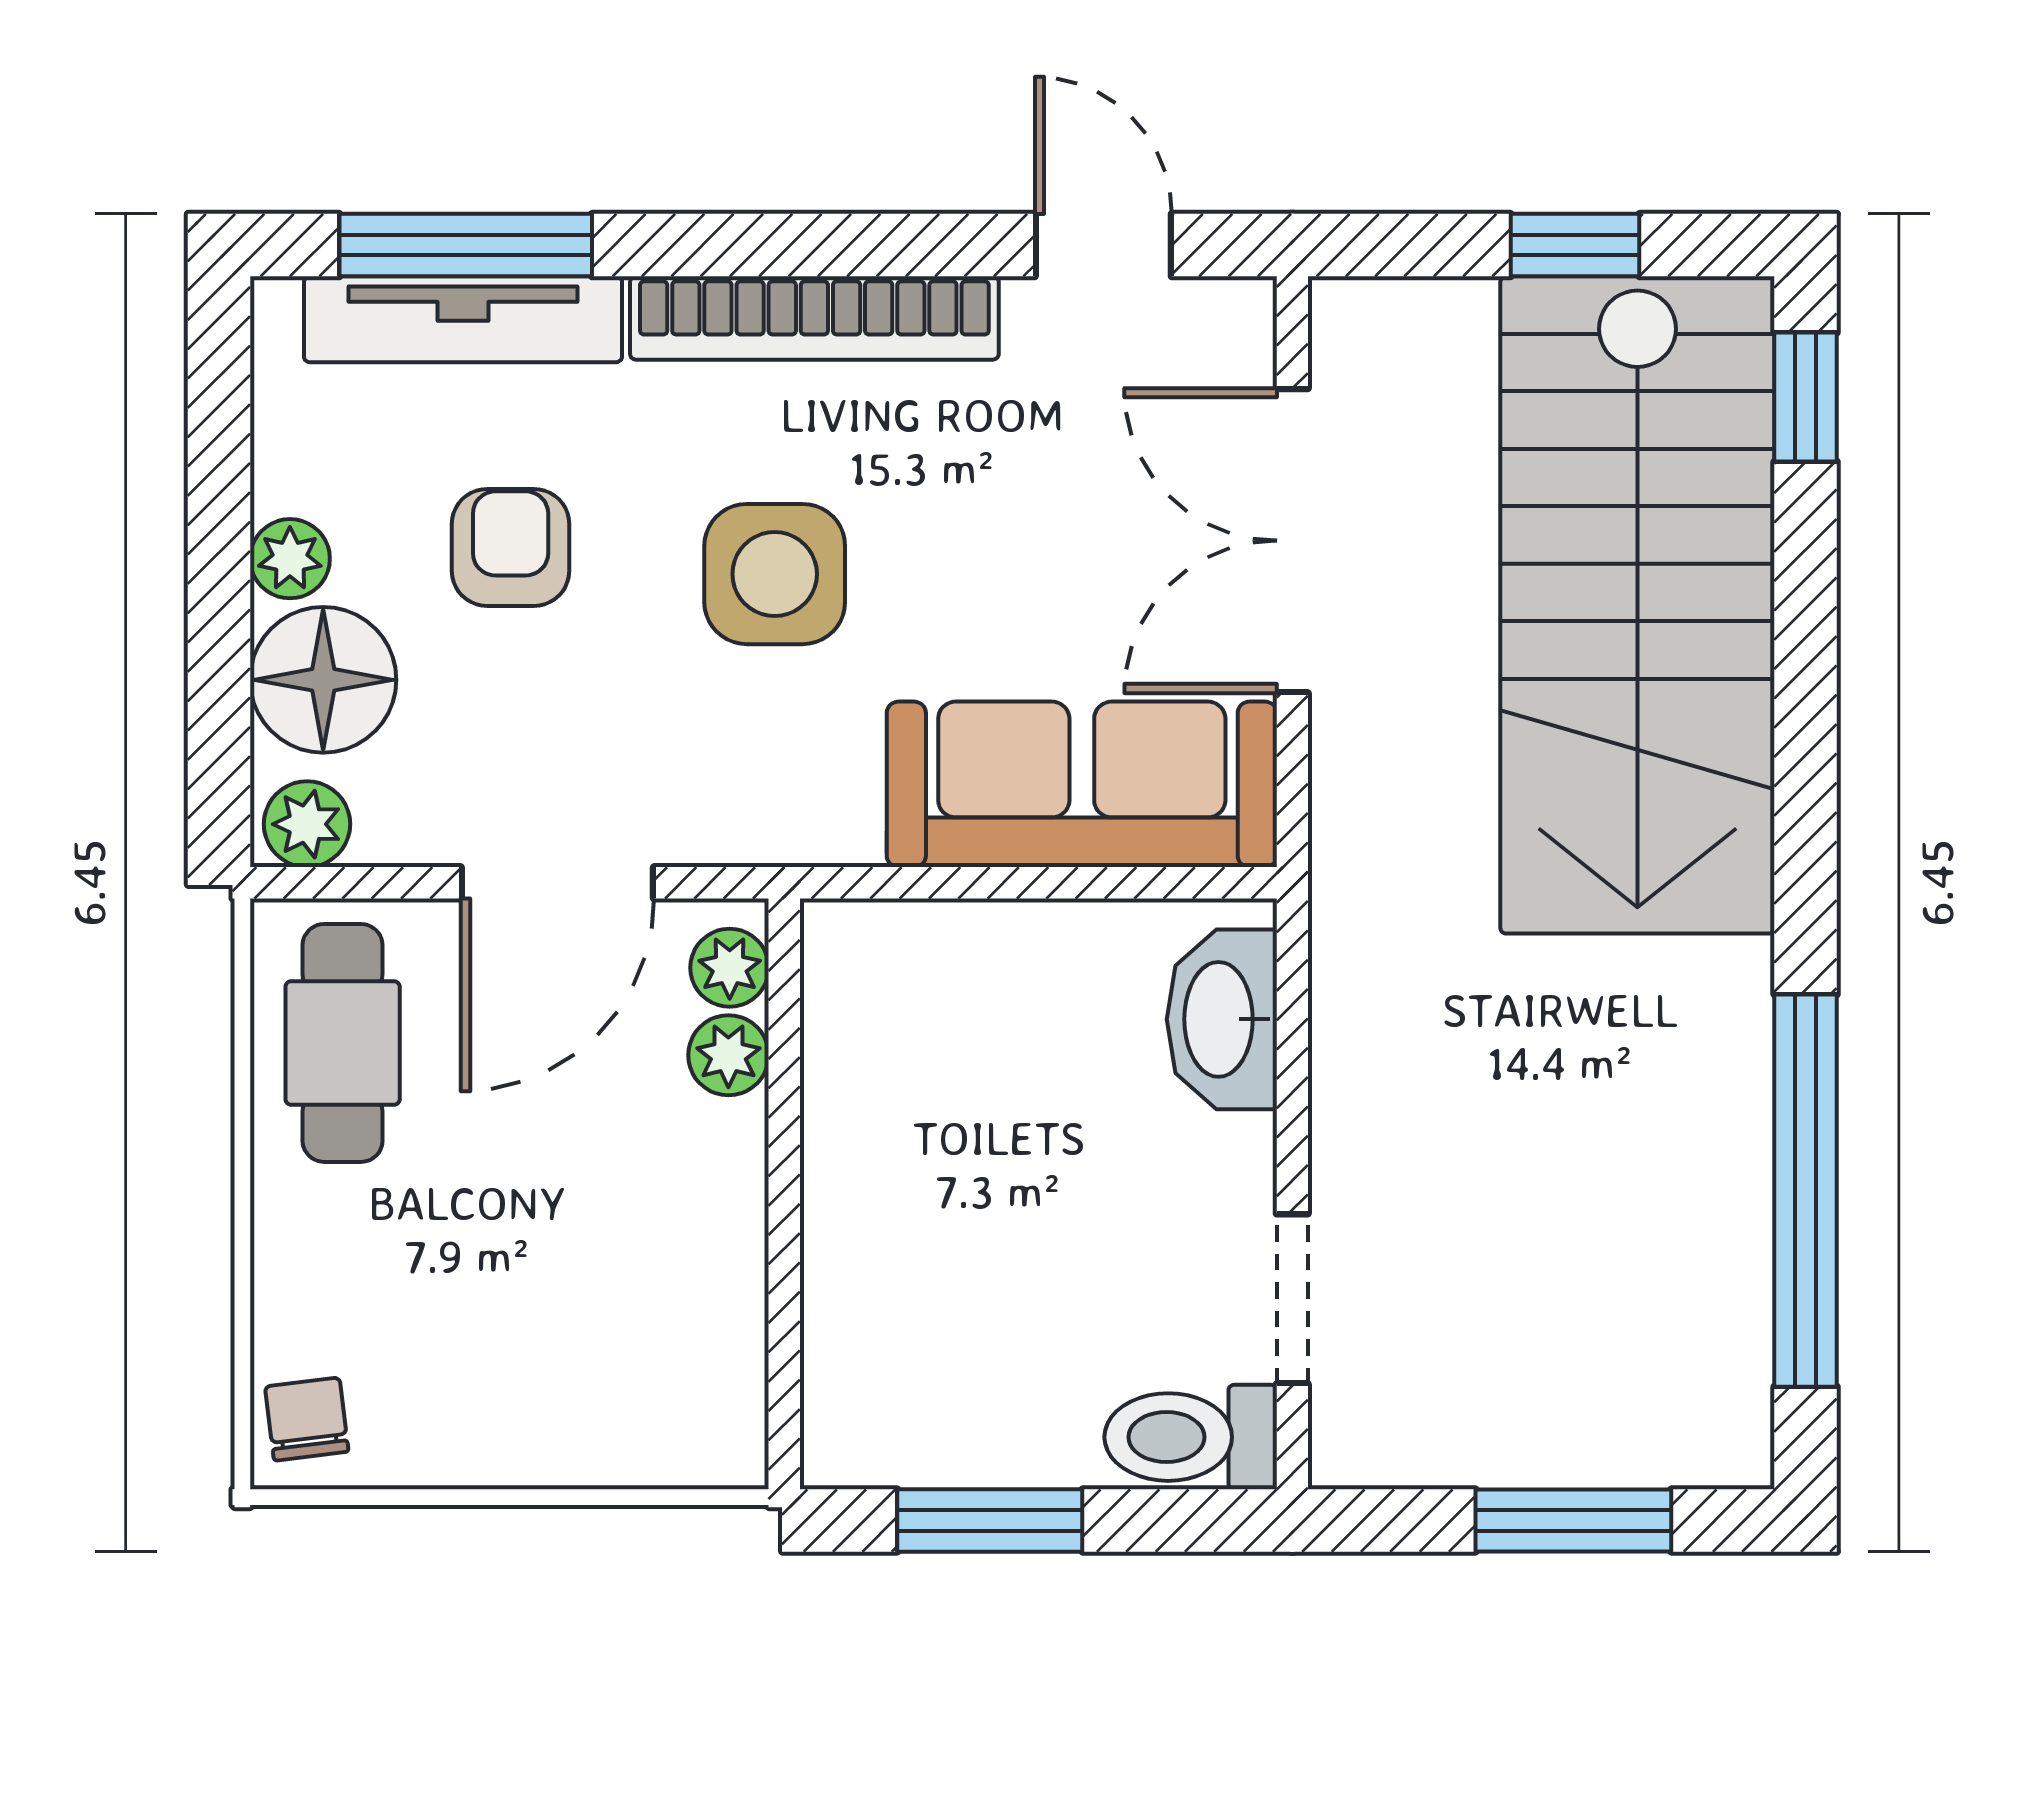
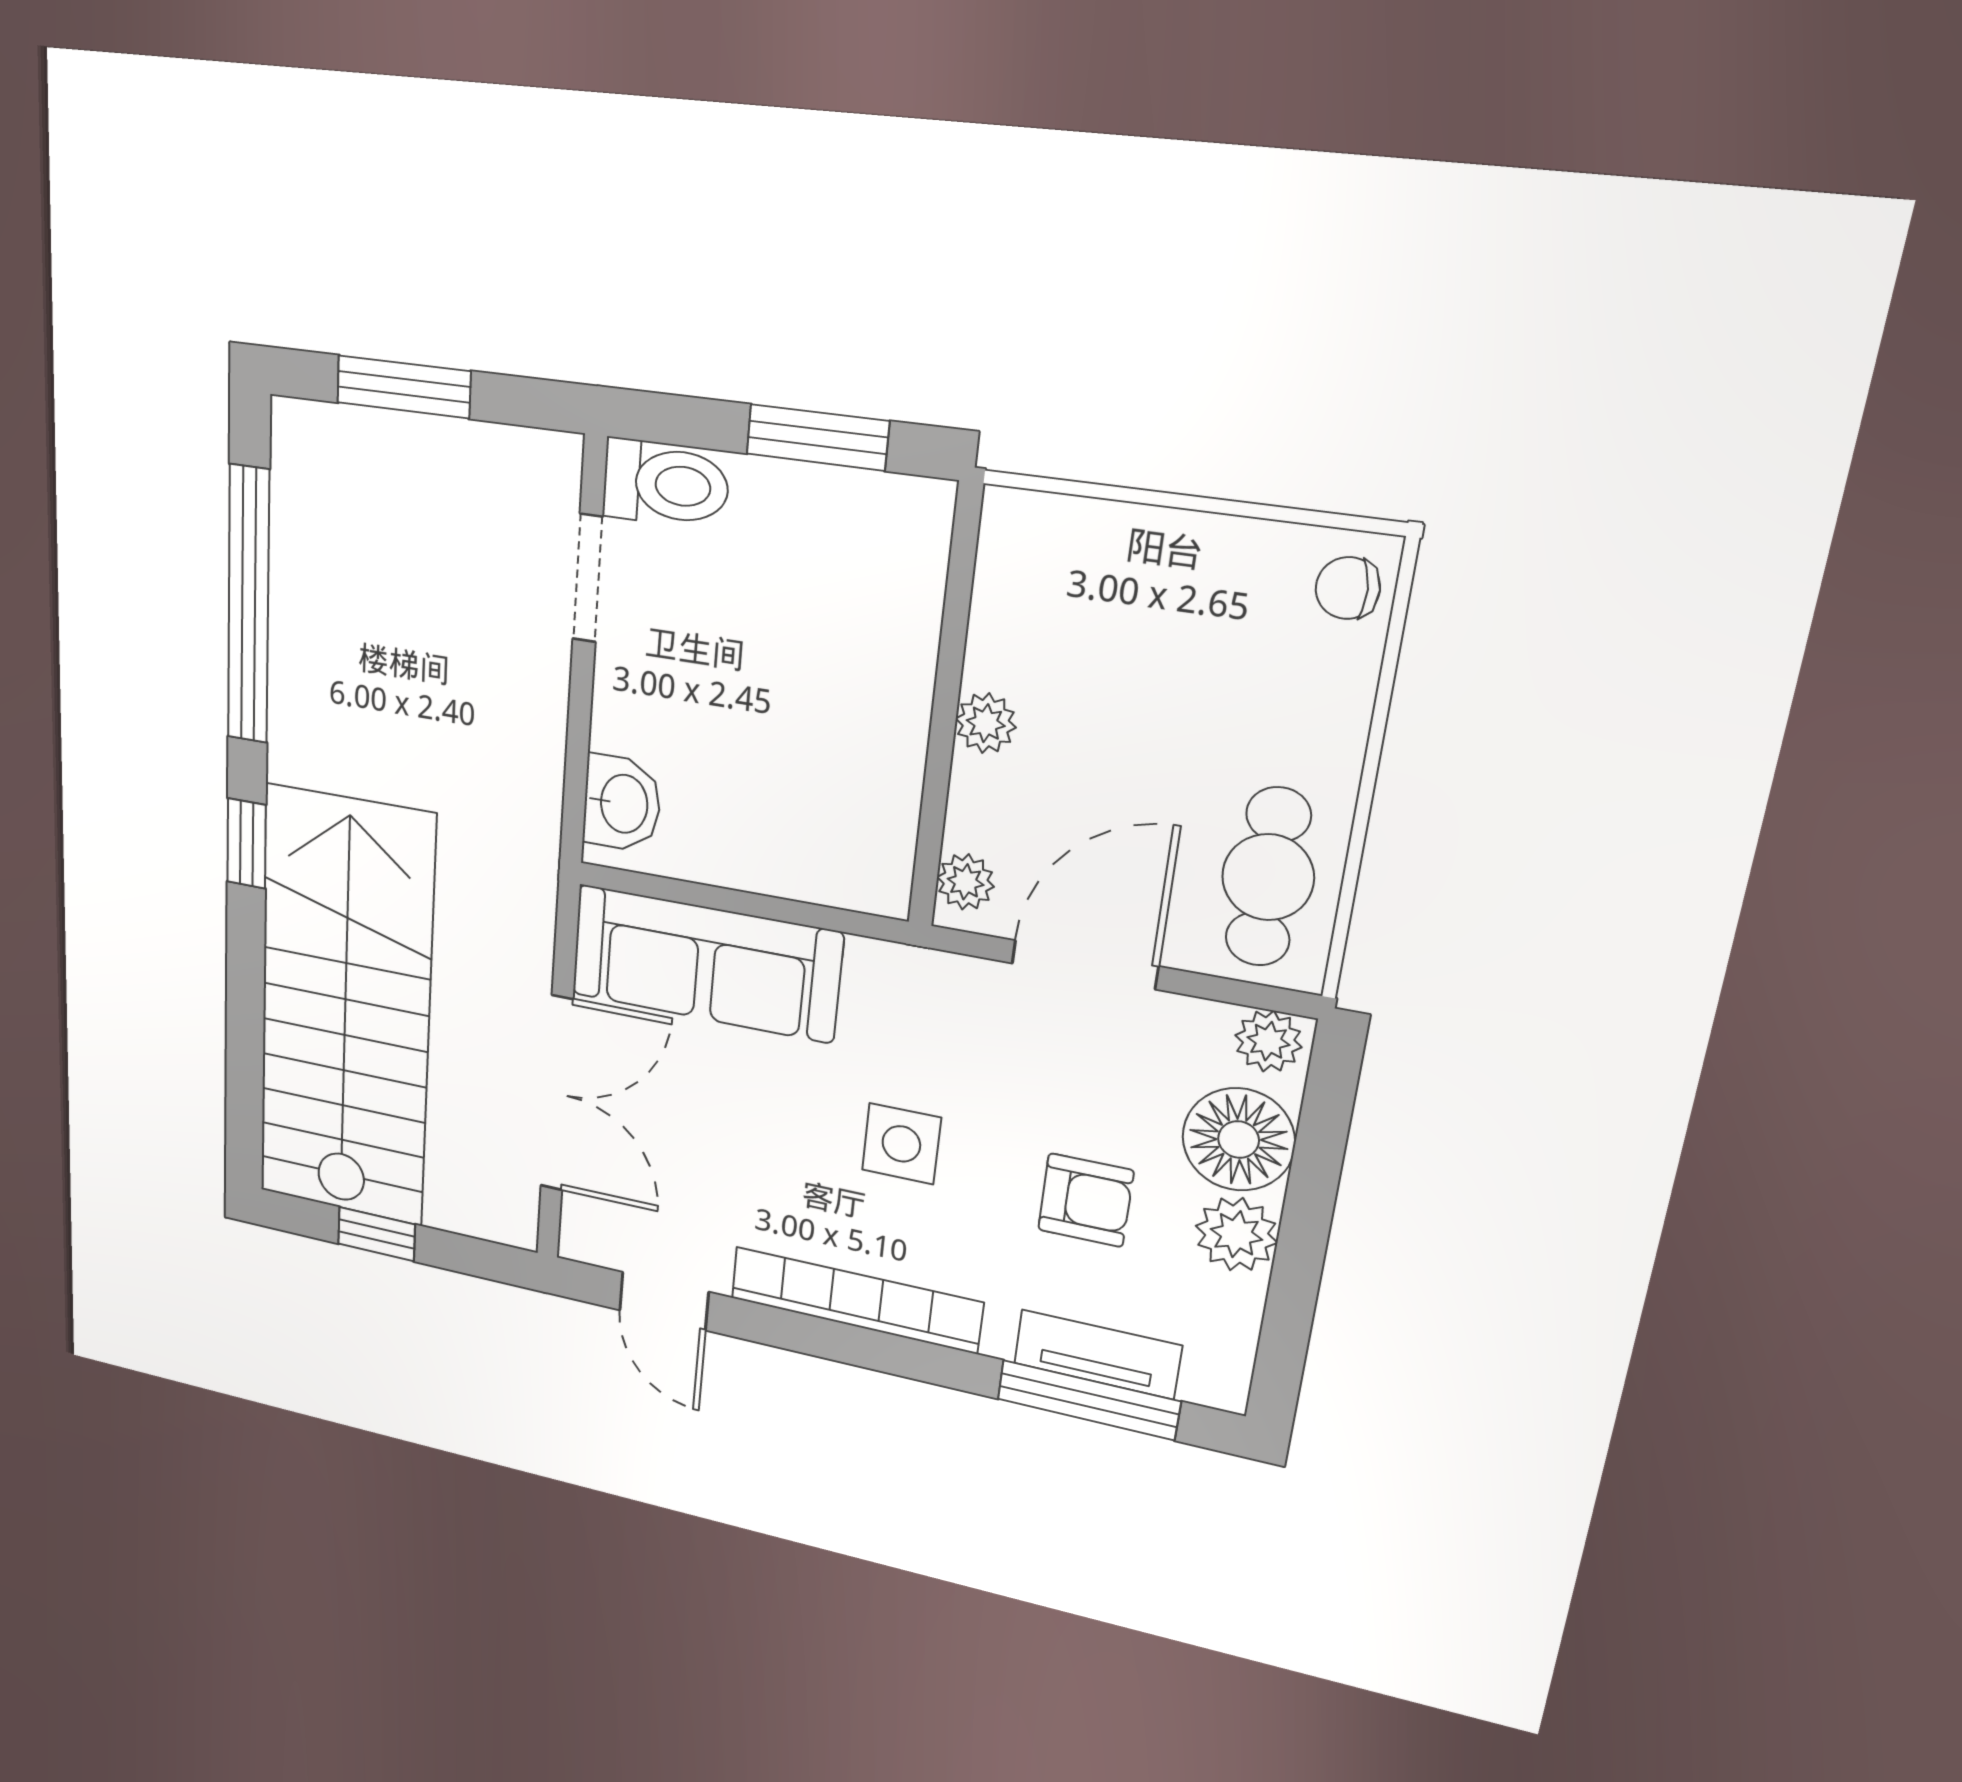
tv unit: (463, 319) -> (1097, 1354), width x0.71
window: (1806, 397) -> (246, 843), moved
armchair: (511, 547) -> (1086, 1200), turned -90
plant: (290, 559) -> (1236, 1234), width x1.38, depth x1.38
side table: (775, 574) -> (901, 1144), width x0.73, depth x0.73
washbasin: (1222, 1019) -> (622, 803), width x0.72
plant: (728, 1055) -> (986, 723), moved
chair: (307, 1419) -> (1348, 588), turned 93

